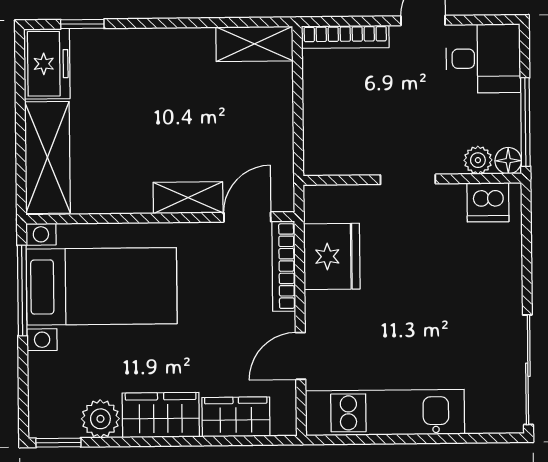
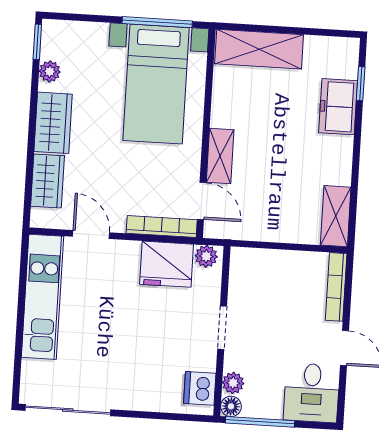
freezer: (47, 64) -> (338, 107), moved, turned 90
plant: (318, 206) -> (206, 256), added
plant: (100, 419) -> (50, 71), width x0.73, depth x0.73

